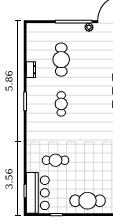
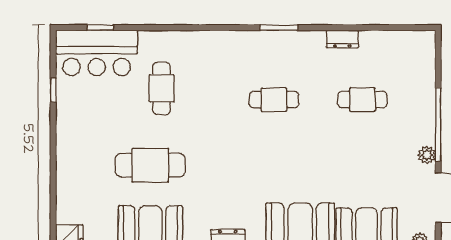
cafe table: (61, 60) -> (362, 100), width x0.73, depth x0.74
cafe table: (88, 201) -> (150, 165), moved, turned 90

